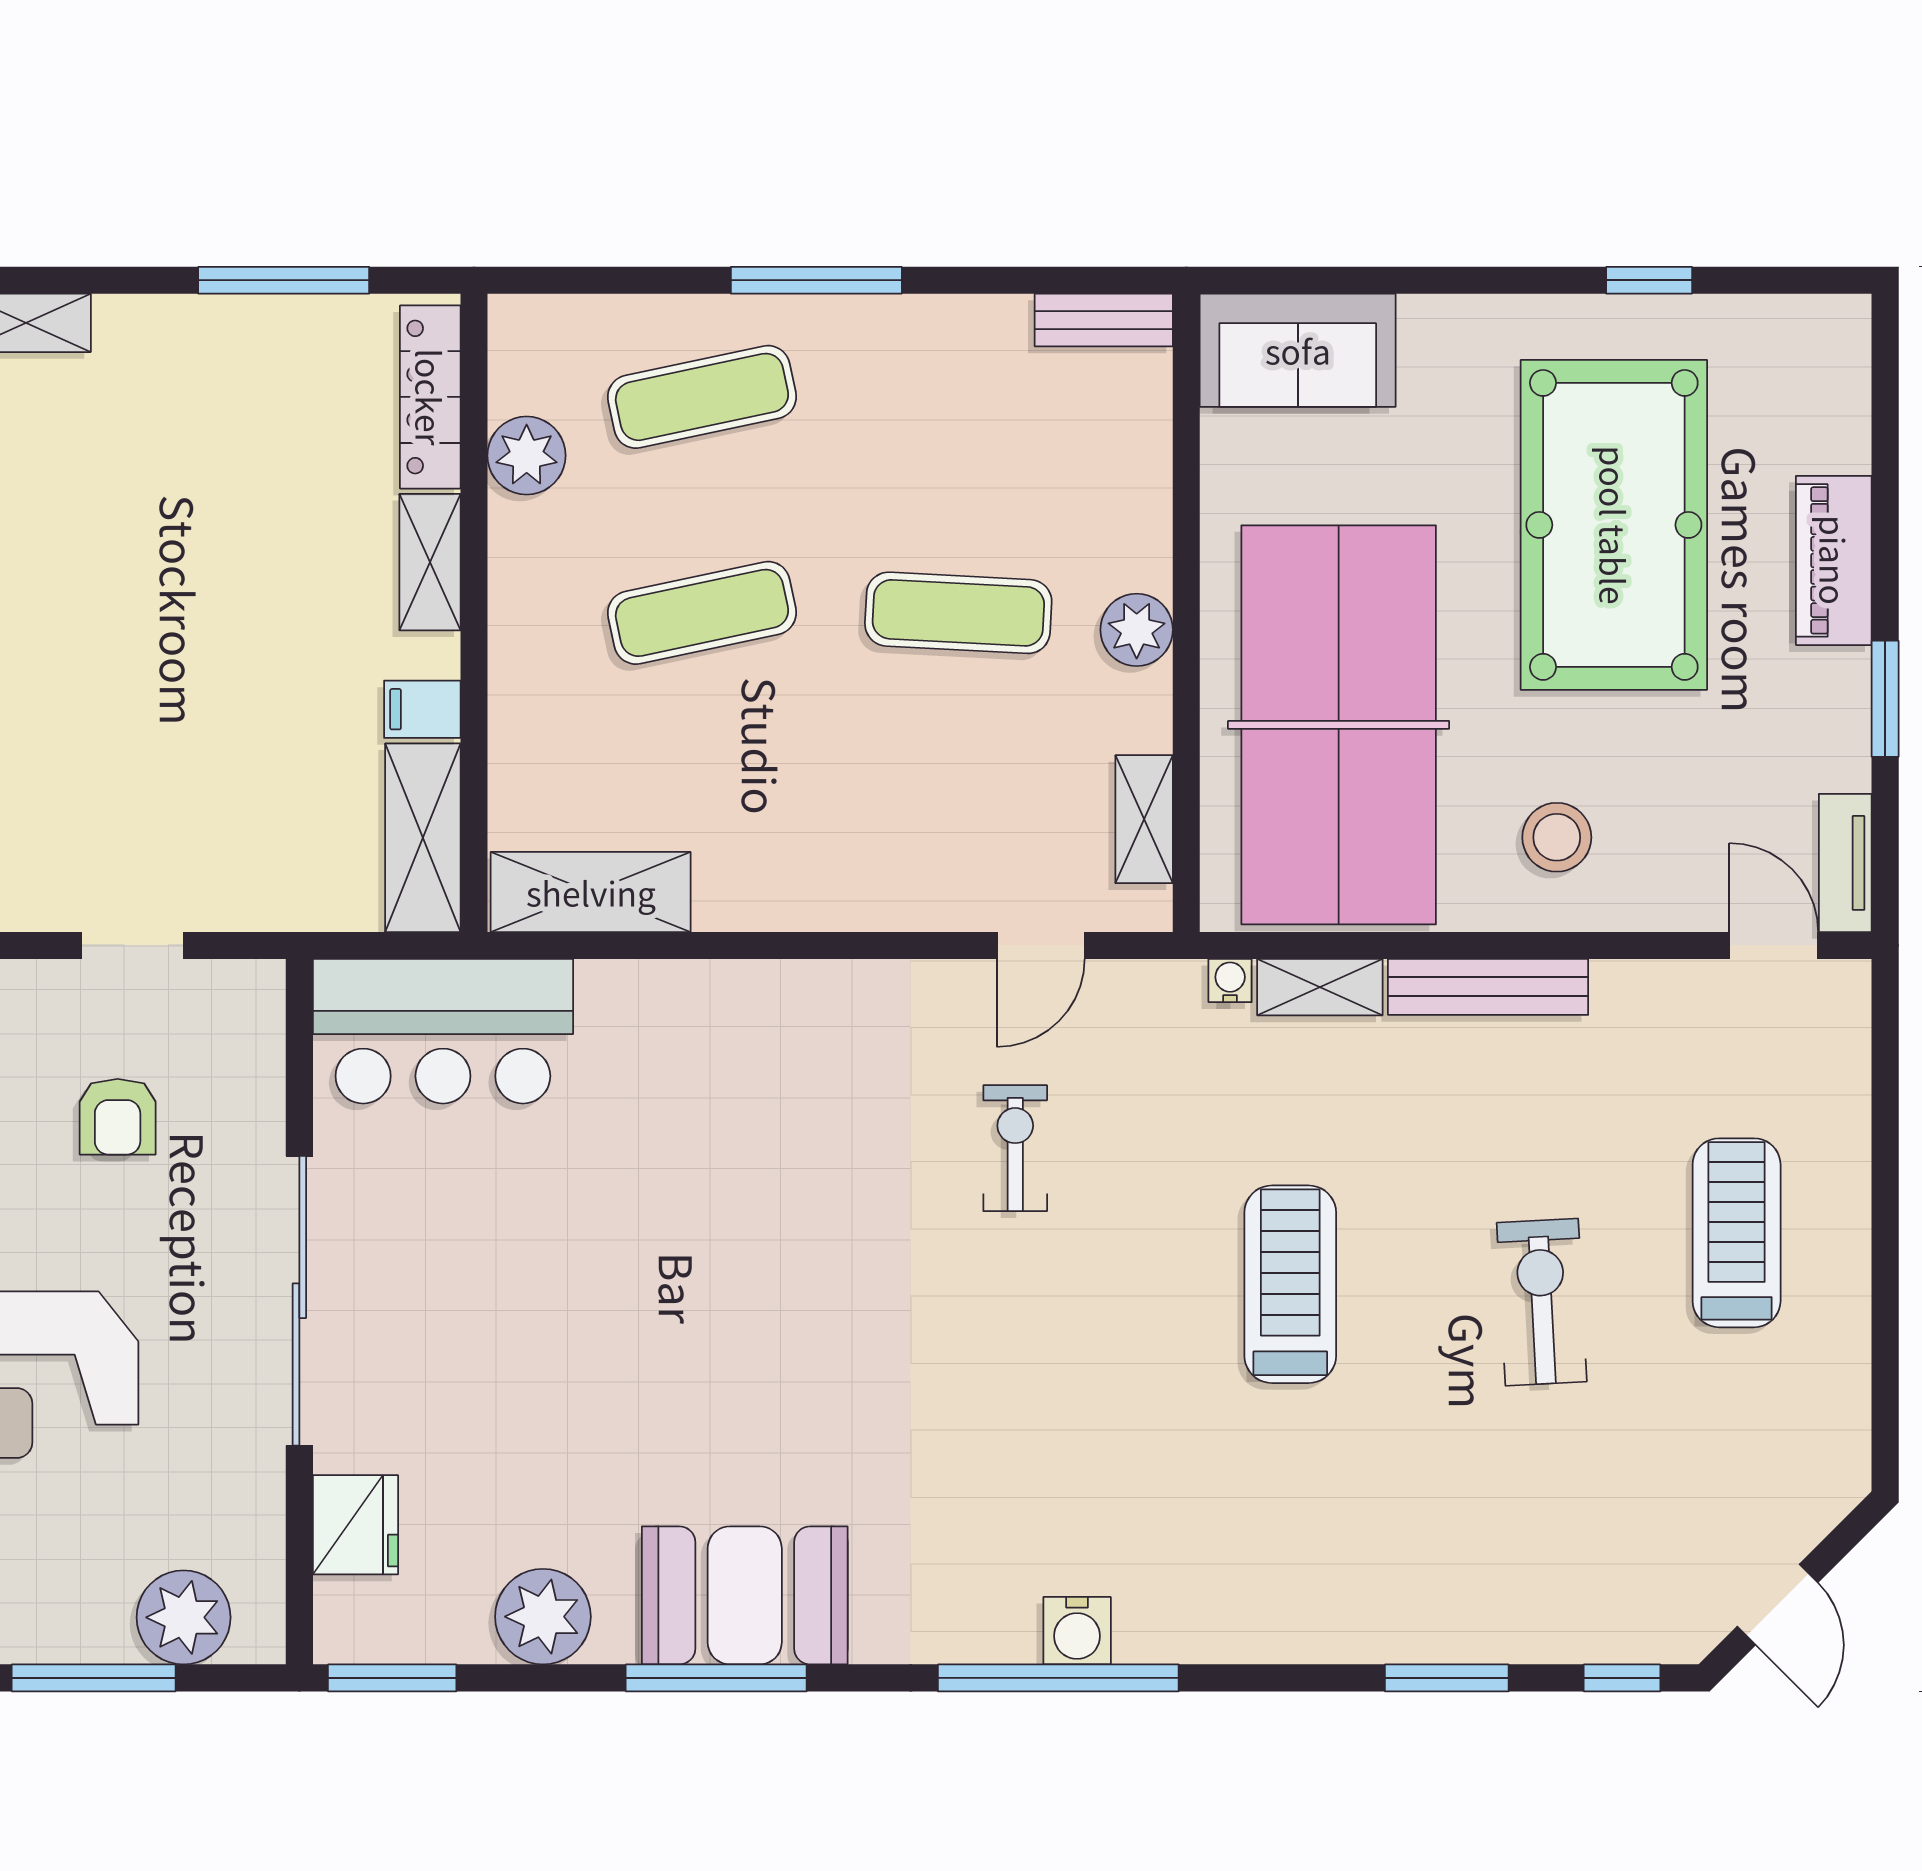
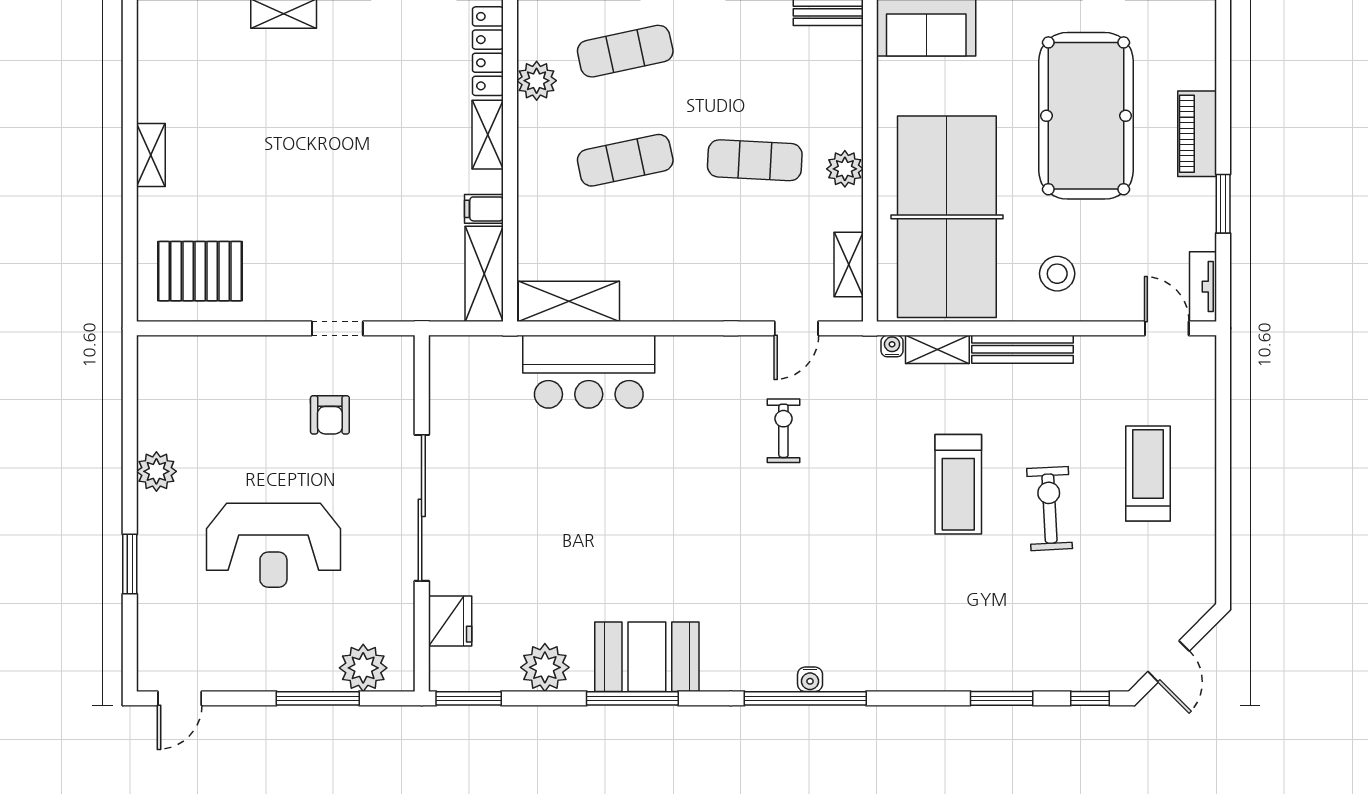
bar counter: (443, 1031) -> (589, 372), moved
treadmill: (1290, 1284) -> (958, 484), moved, turned 180
water cooler: (1077, 1631) -> (810, 679), width x0.72, depth x0.72

